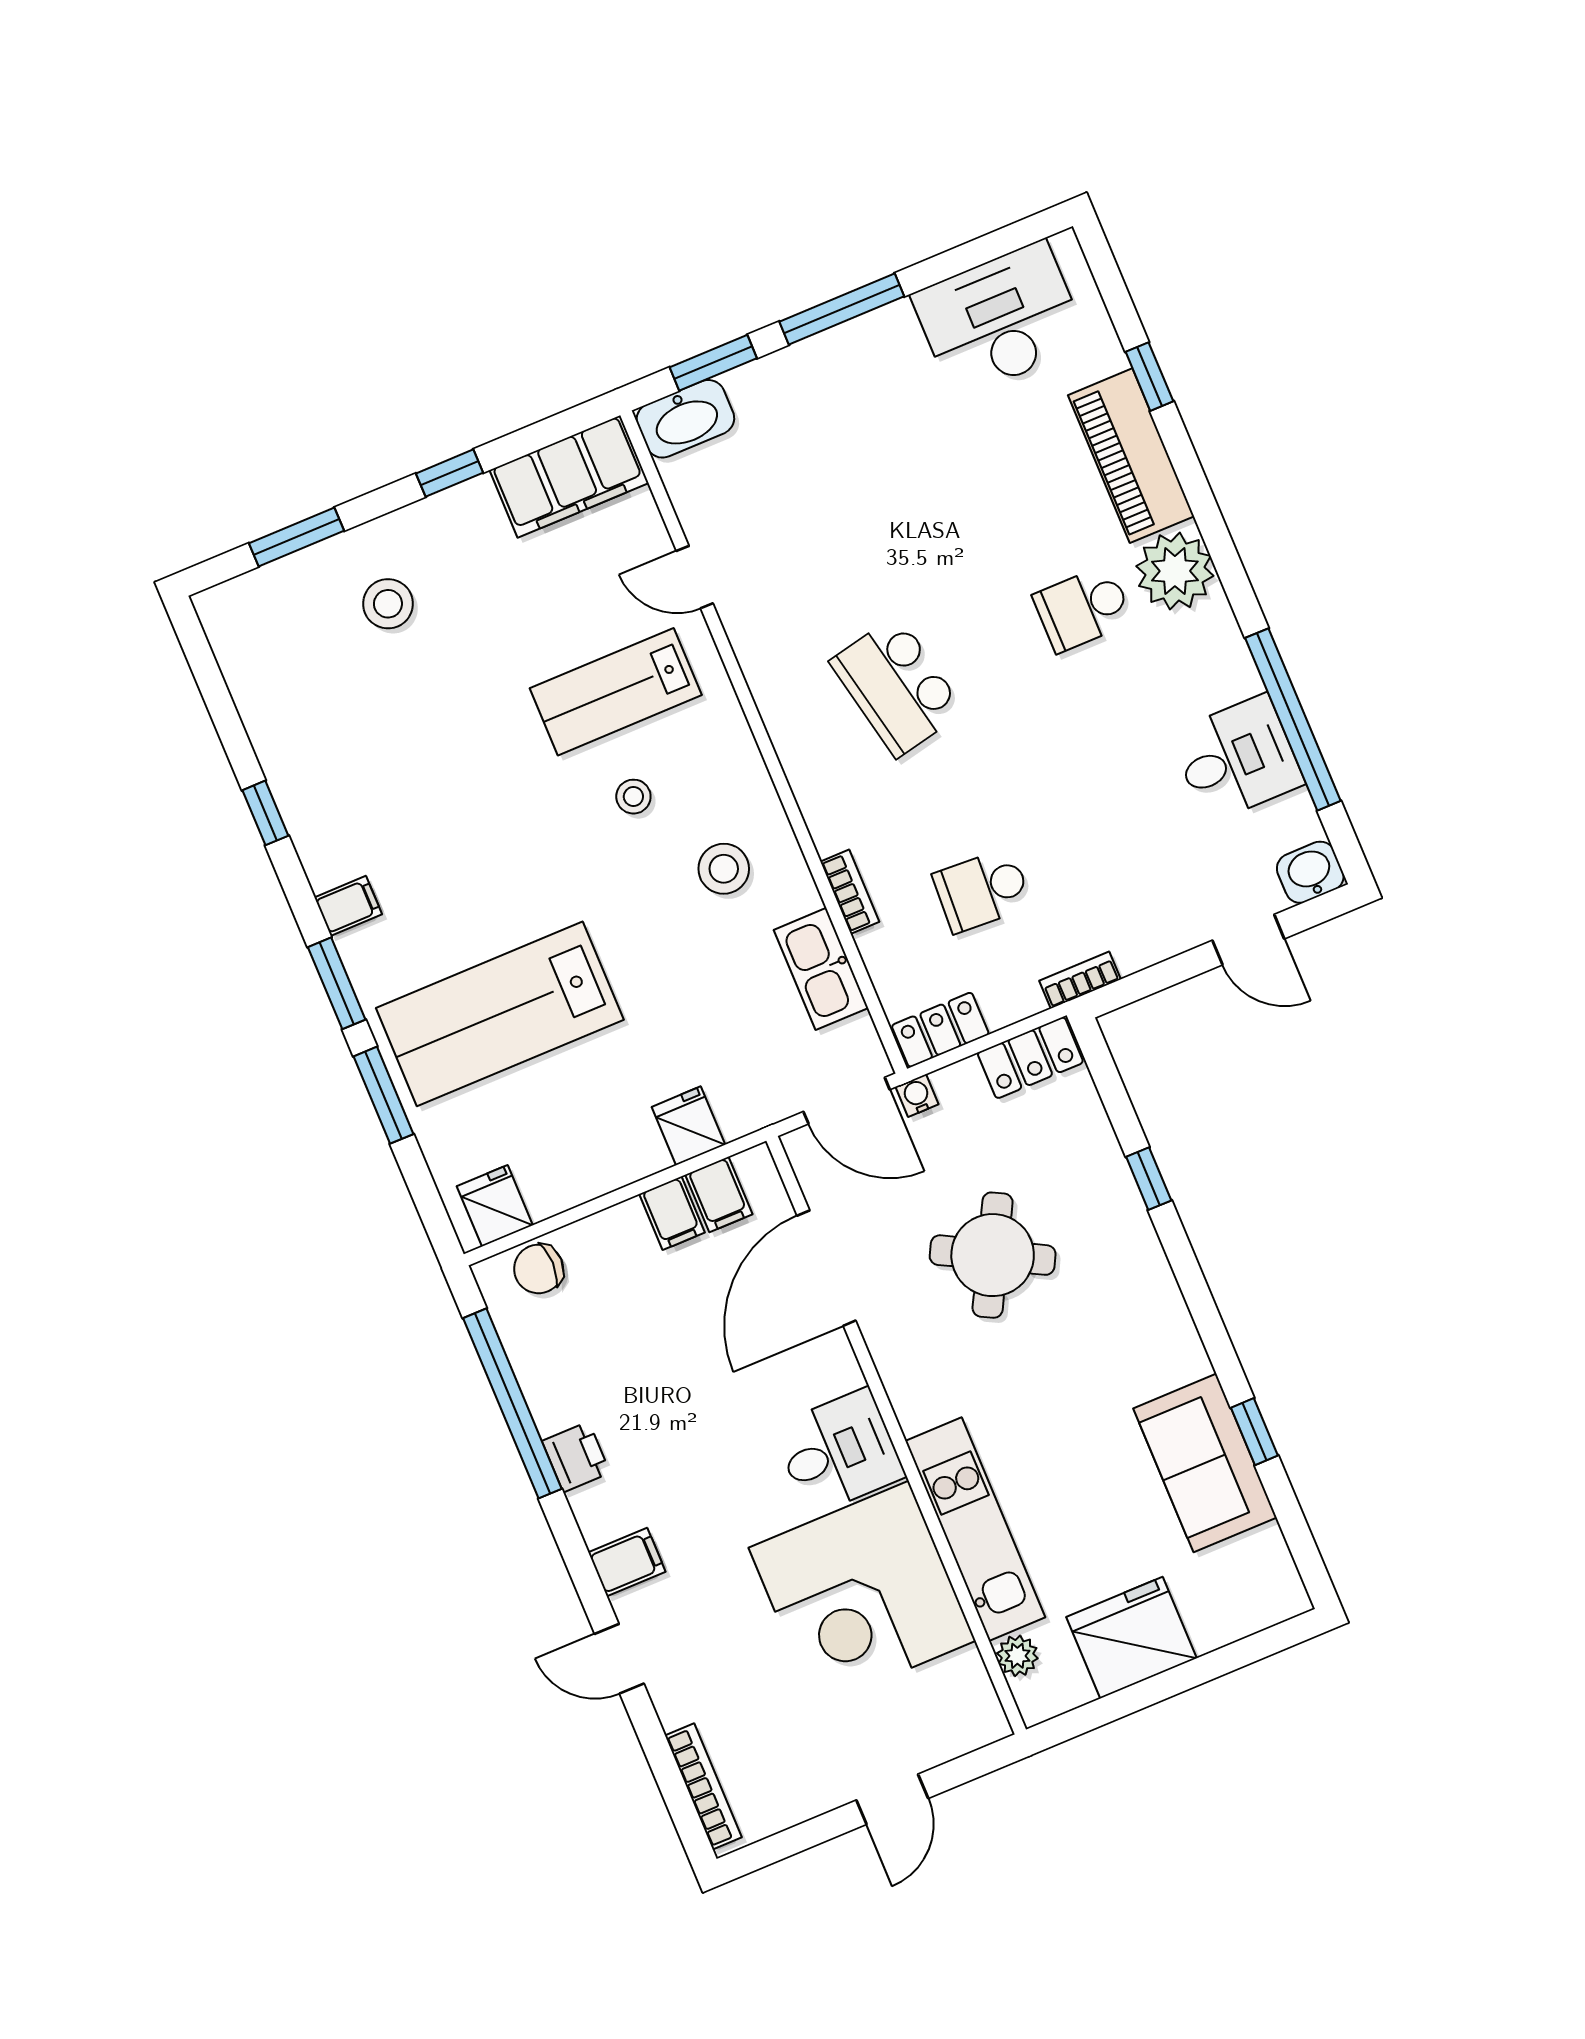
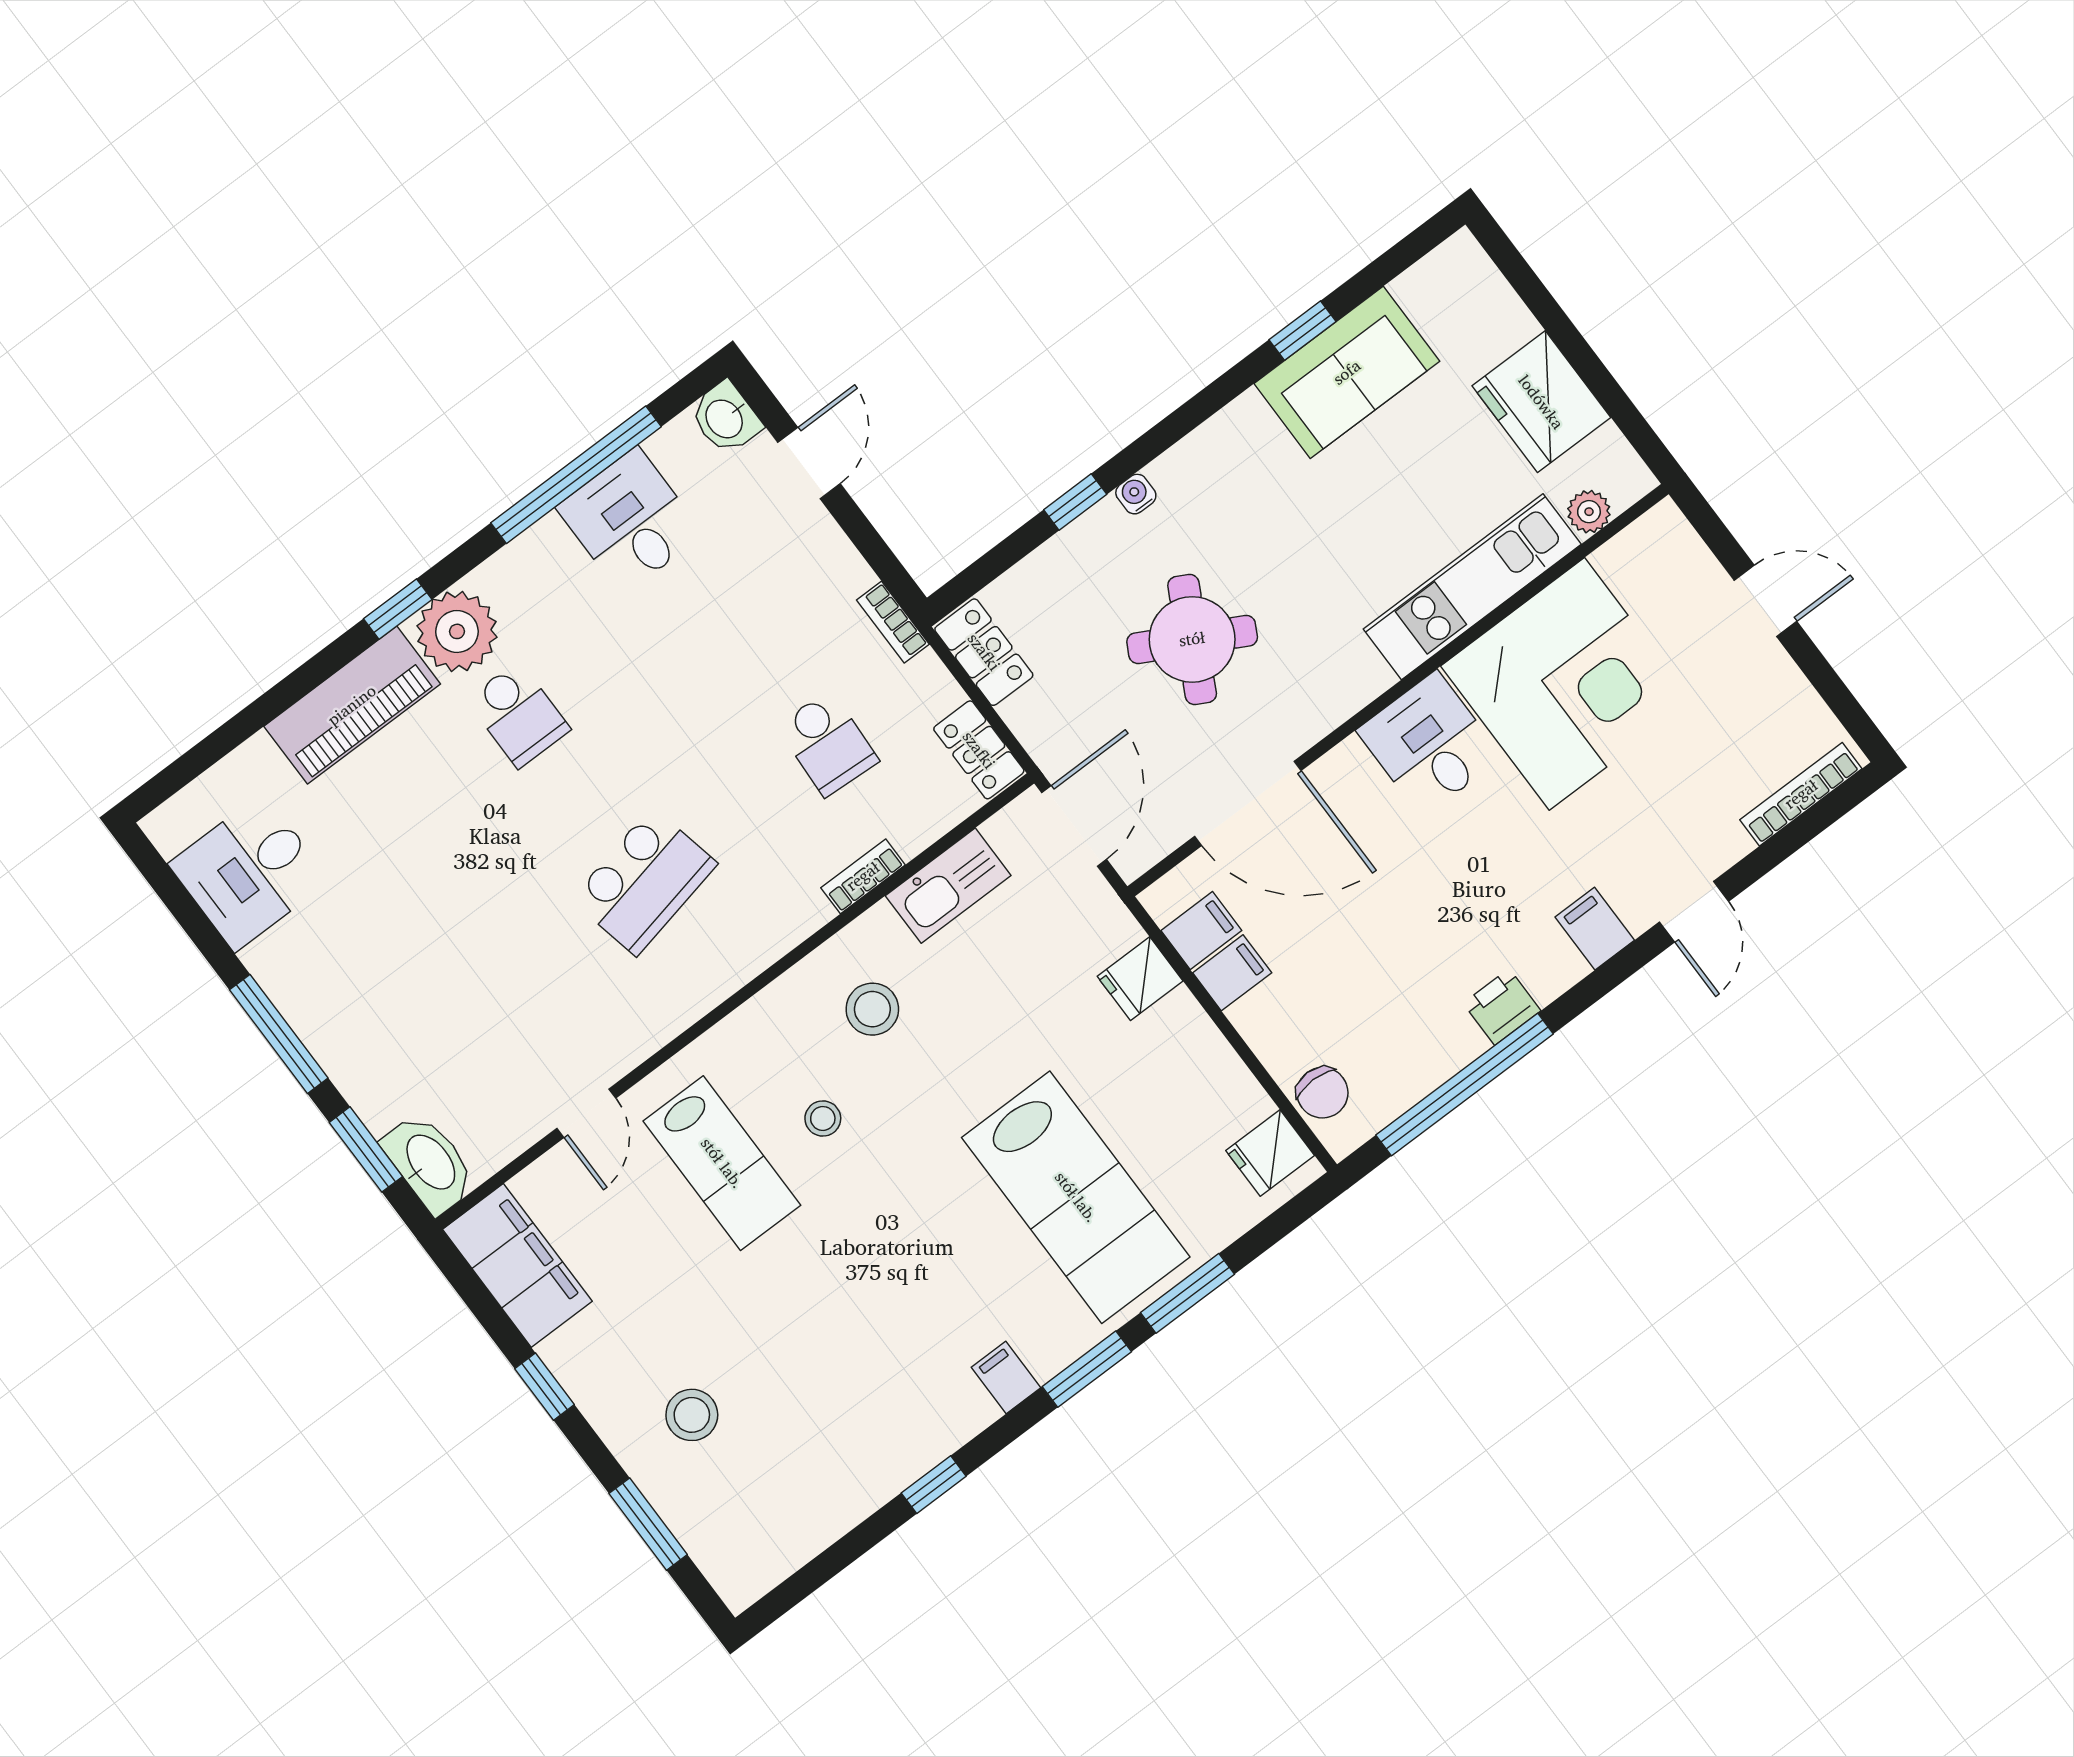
desk: (1000, 320) -> (249, 872), width x0.73
window: (1149, 377) -> (398, 609), moved
water cooler: (917, 1096) -> (1136, 494), moved, turned 90

